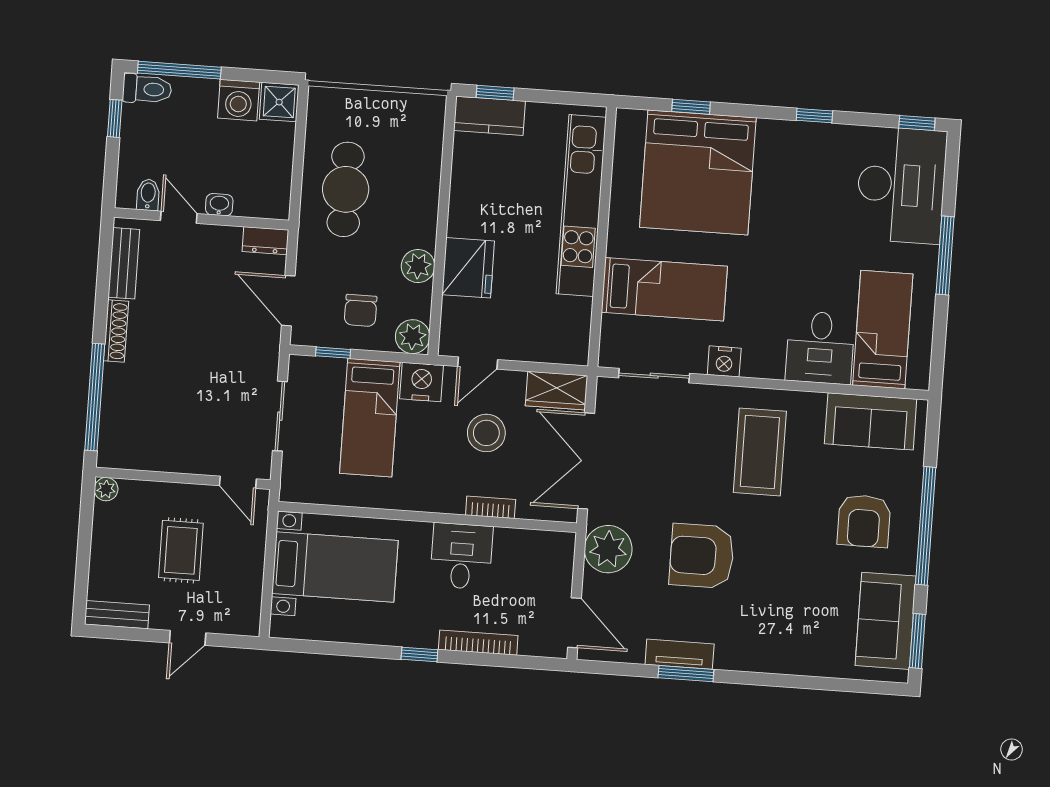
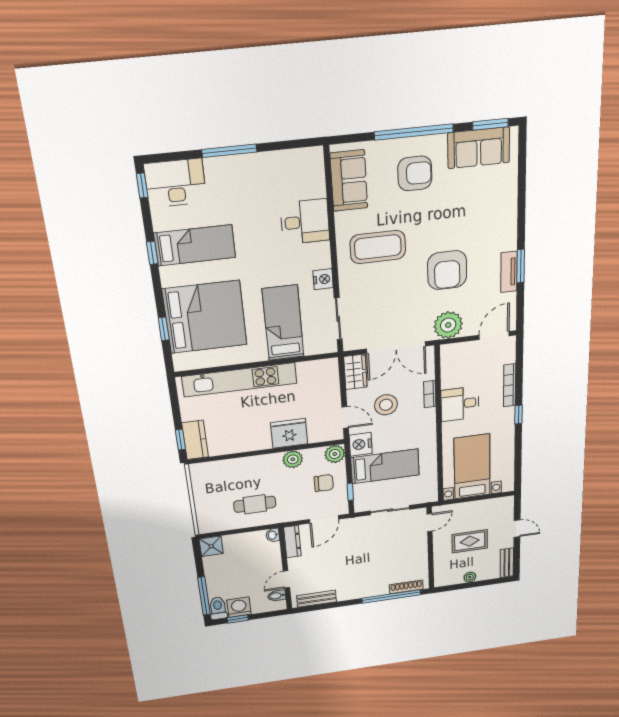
washing machine: (239, 100) -> (239, 607), moved, turned -90
desk: (901, 185) -> (175, 183), width x0.73, depth x0.77
cafe table: (346, 189) -> (255, 504), width x0.73, depth x0.74
washbasin: (219, 205) -> (273, 535), moved
dresser: (265, 241) -> (292, 542), width x1.44
bed: (883, 330) -> (195, 245), moved, turned 180
shoe rack: (116, 331) -> (406, 587), moved
plant: (106, 489) -> (470, 577), moved

